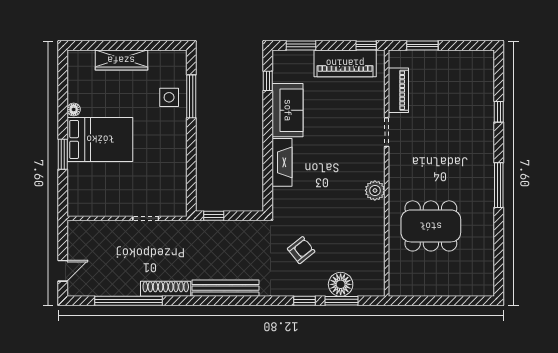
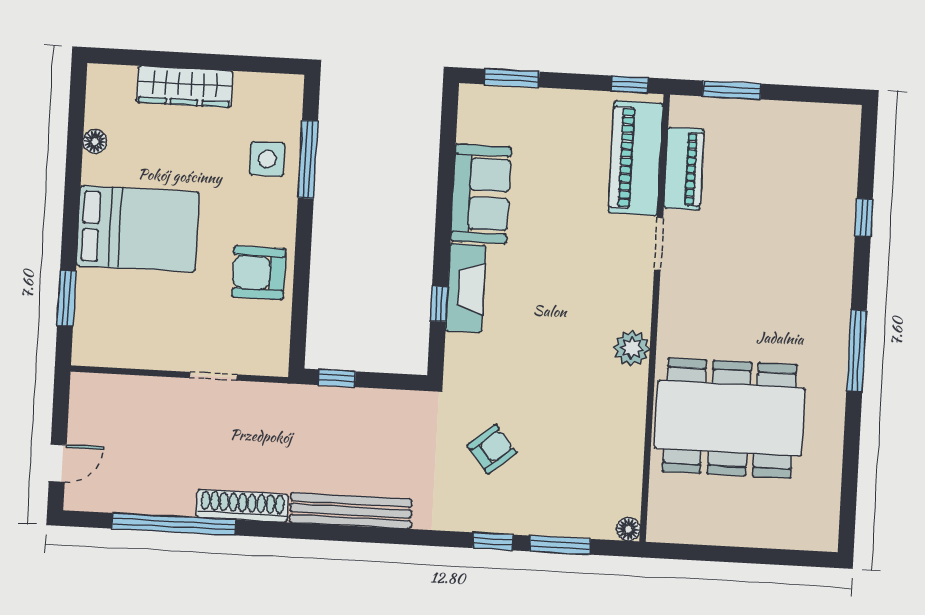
piano: (345, 63) -> (636, 158), moved, turned 90
window: (268, 81) -> (439, 304), moved
floor lamp: (74, 109) -> (95, 141), moved
window: (63, 154) -> (67, 298), moved
armchair: (168, 160) -> (259, 273), added
dining table: (431, 226) -> (730, 418), width x1.36, depth x1.24
floor lamp: (341, 284) -> (628, 529), moved, width x0.53, depth x0.53

